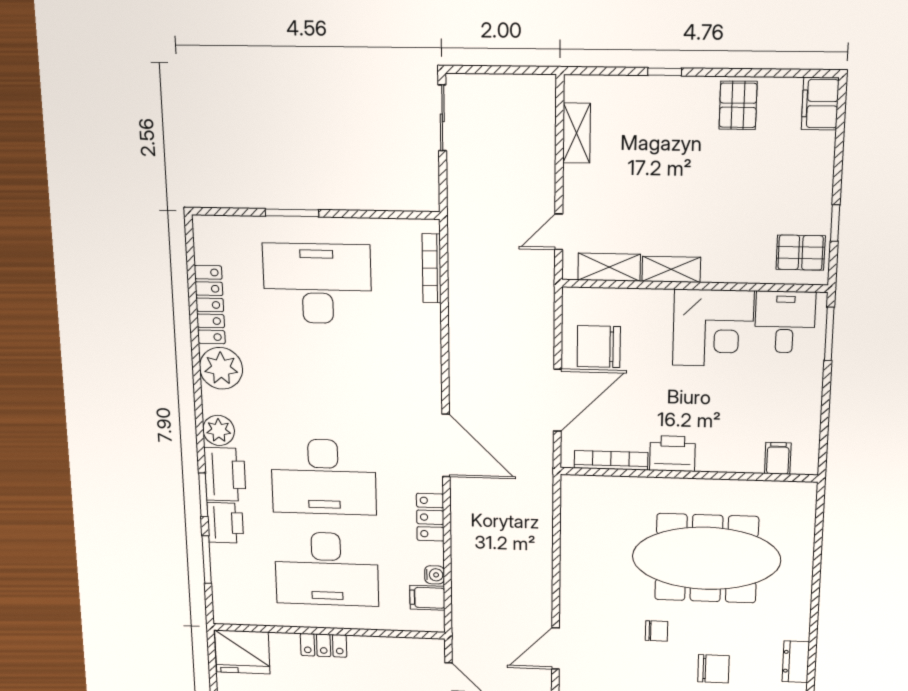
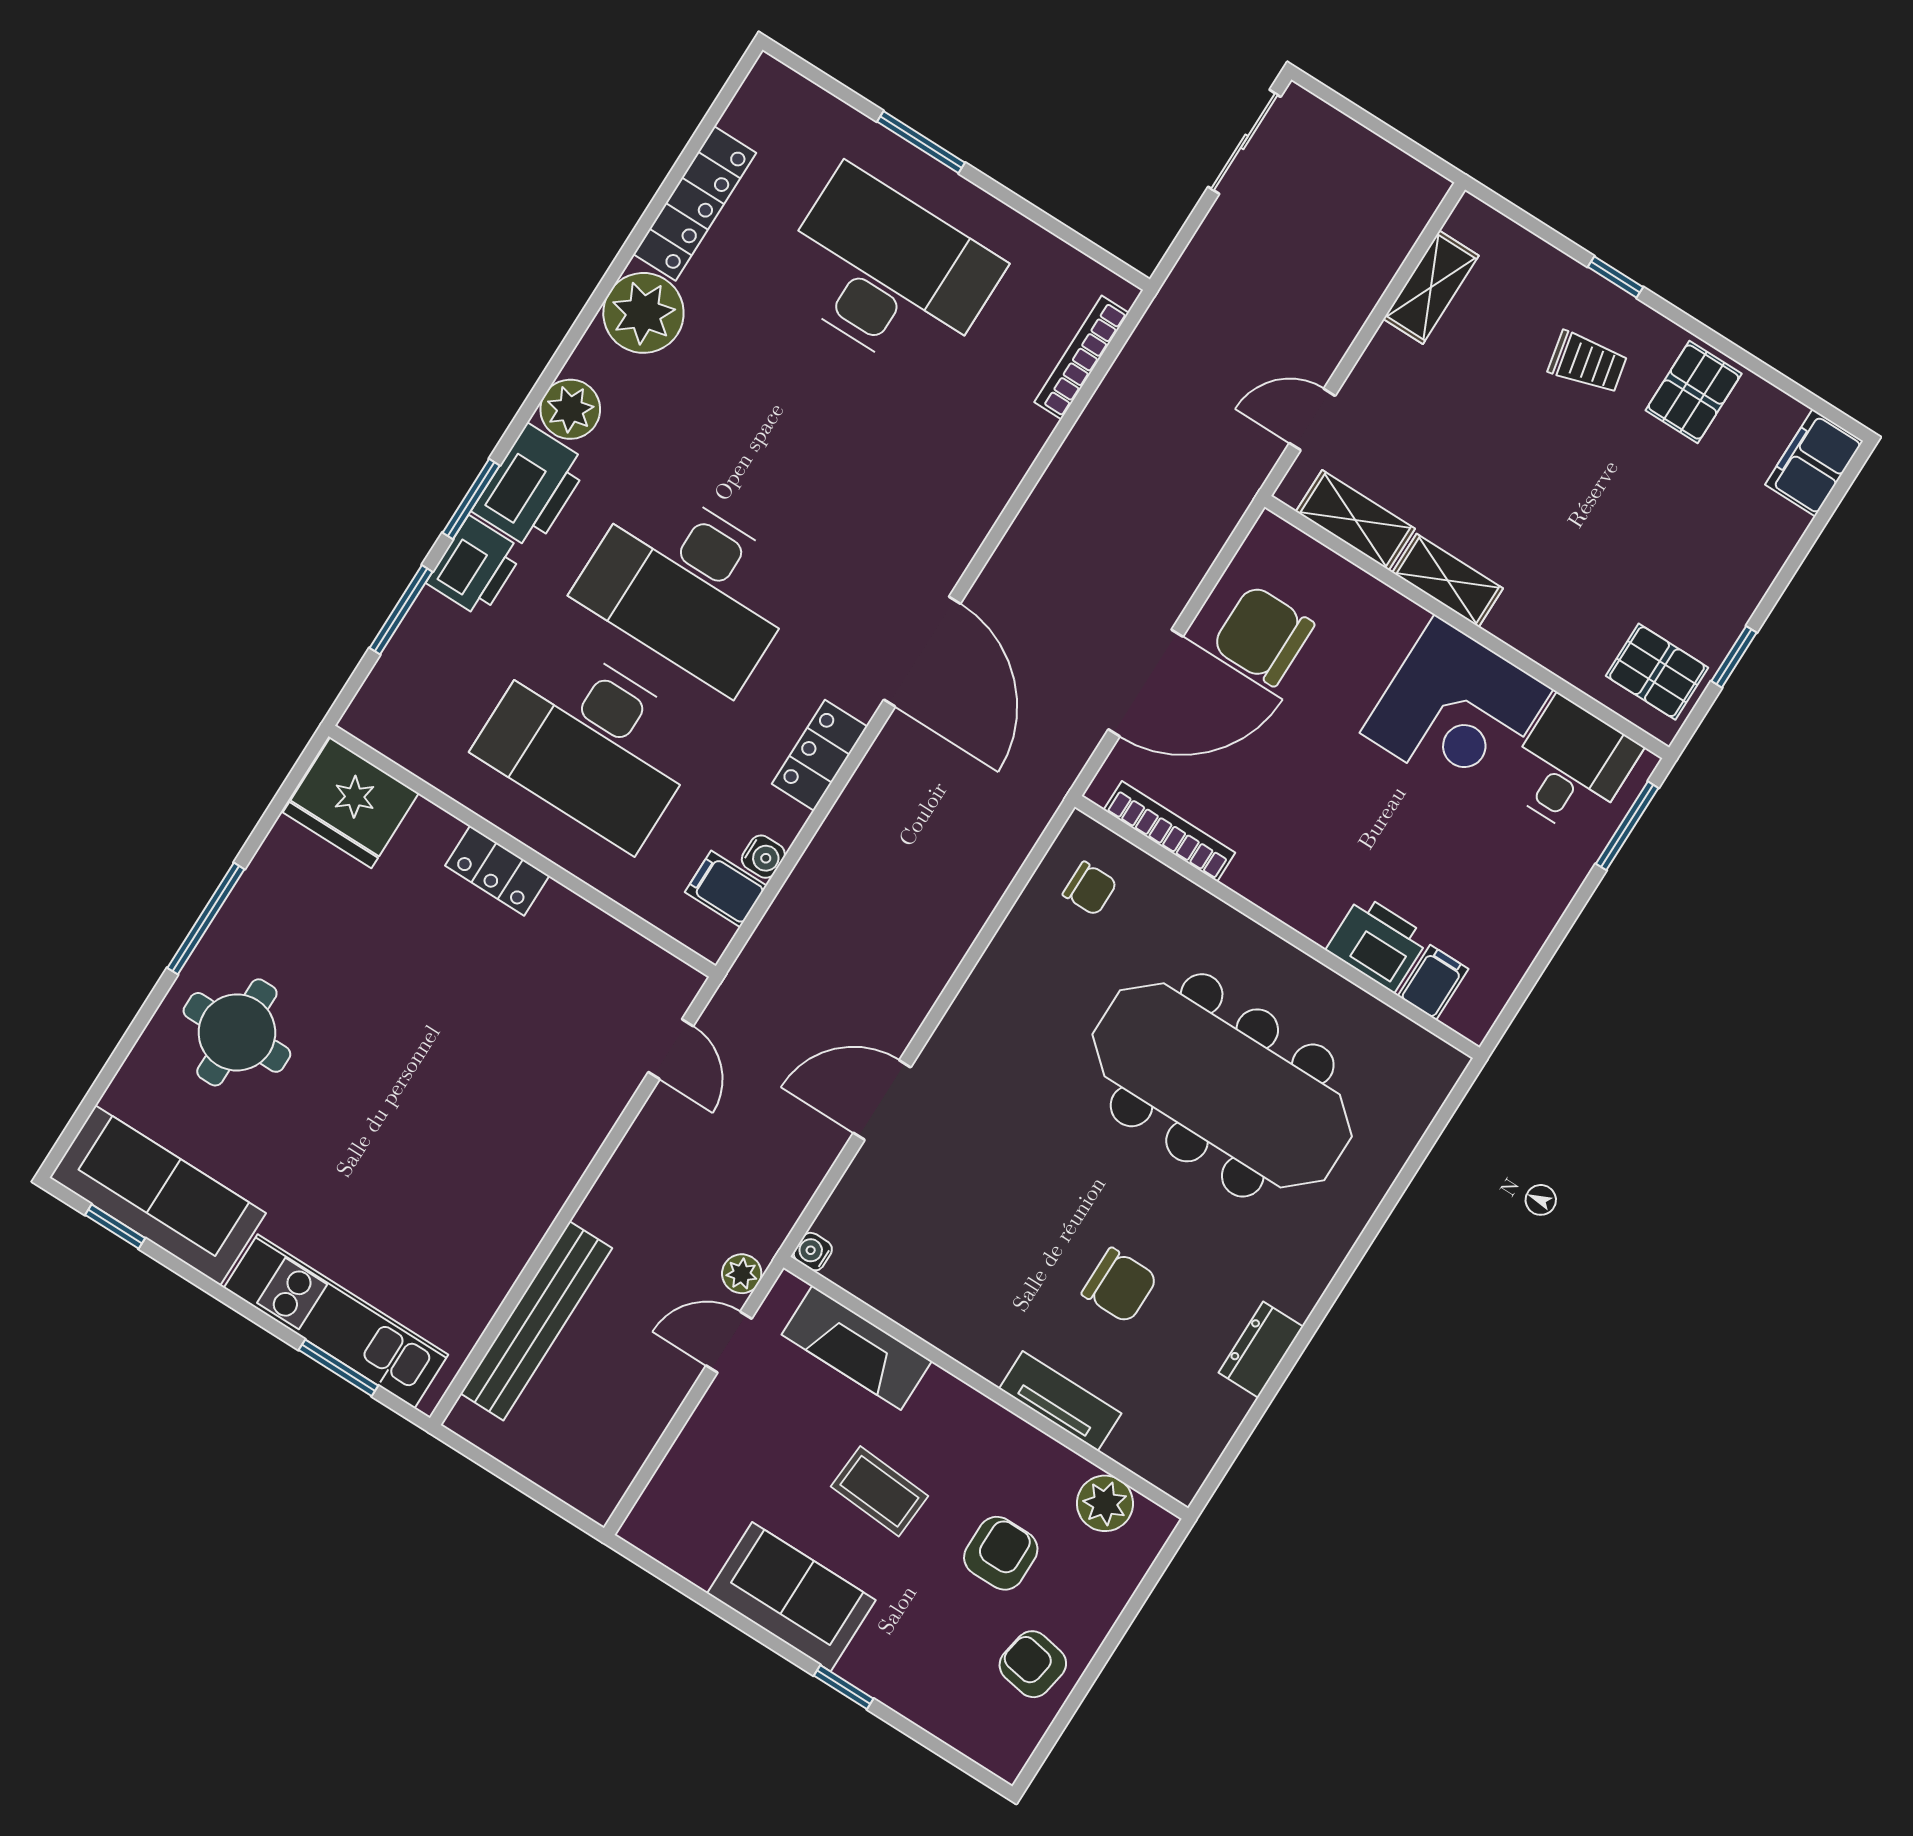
trolley: (676, 123) -> (1588, 363), added
printer: (672, 454) -> (1378, 943), moved
chair: (657, 631) -> (1090, 889), moved

